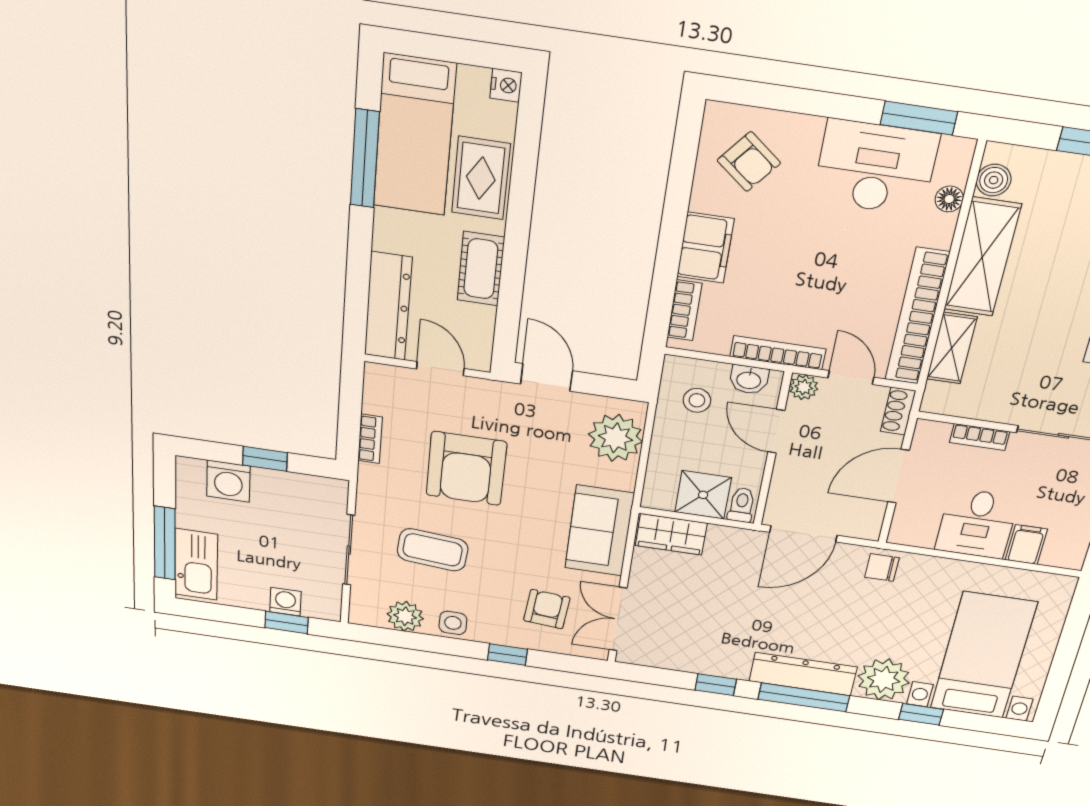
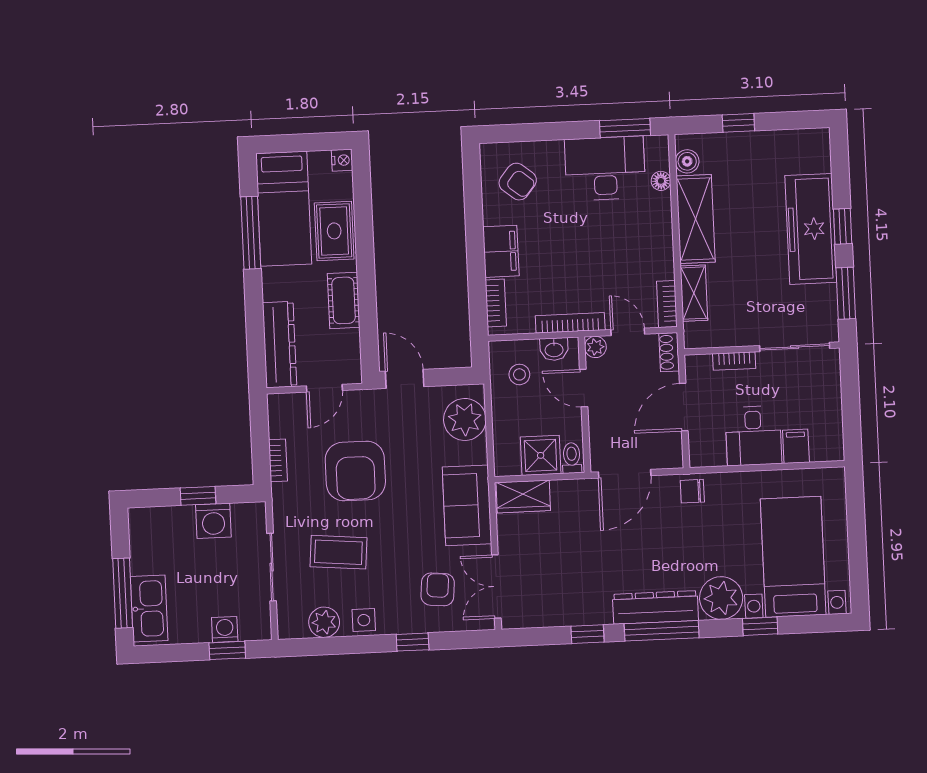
bookcase: (917, 317) -> (667, 304), width x0.43, depth x0.76
door: (440, 369) -> (324, 388), swing flipped
washing machine: (228, 481) -> (213, 521), moved

